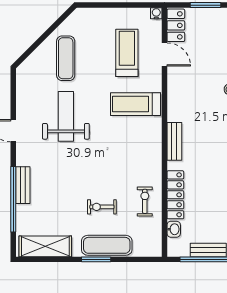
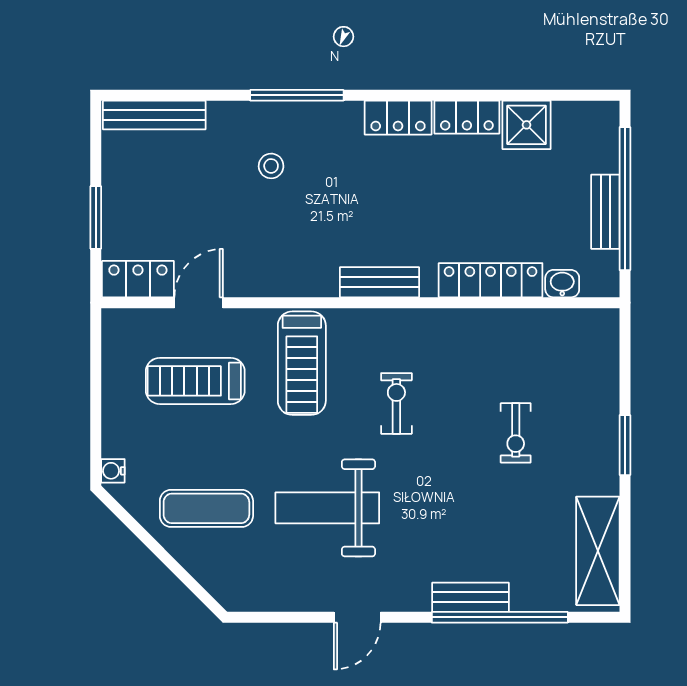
water cooler: (156, 13) -> (113, 471), moved
exercise bike: (145, 201) -> (396, 403), moved, turned 90
exercise mat: (107, 245) -> (596, 423), removed

